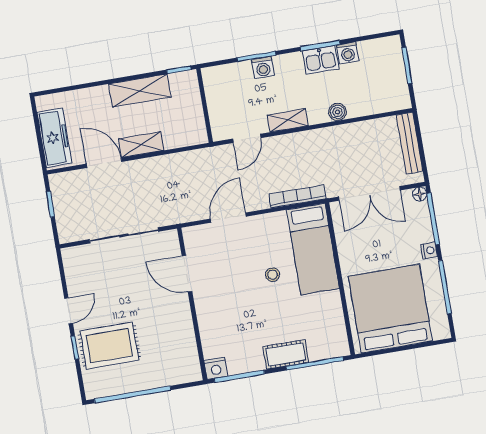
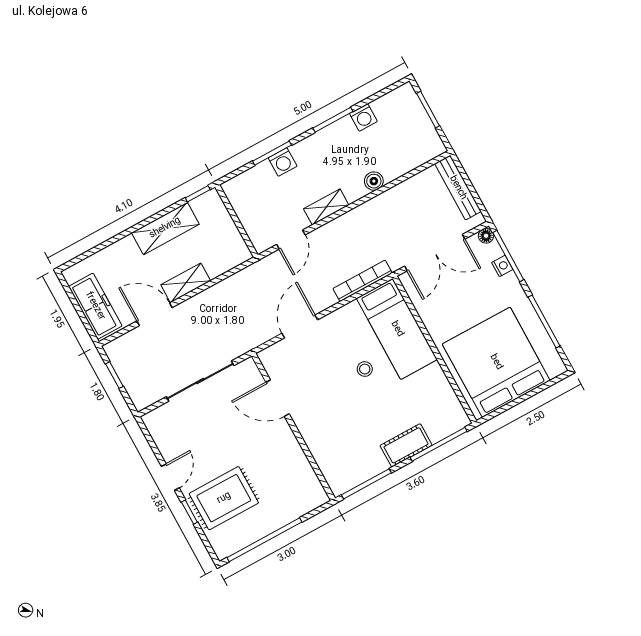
kitchen sink: (321, 60) -> (338, 134), removed
nightstand: (429, 250) -> (502, 266), moved
nightstand: (216, 368) -> (340, 484), removed

